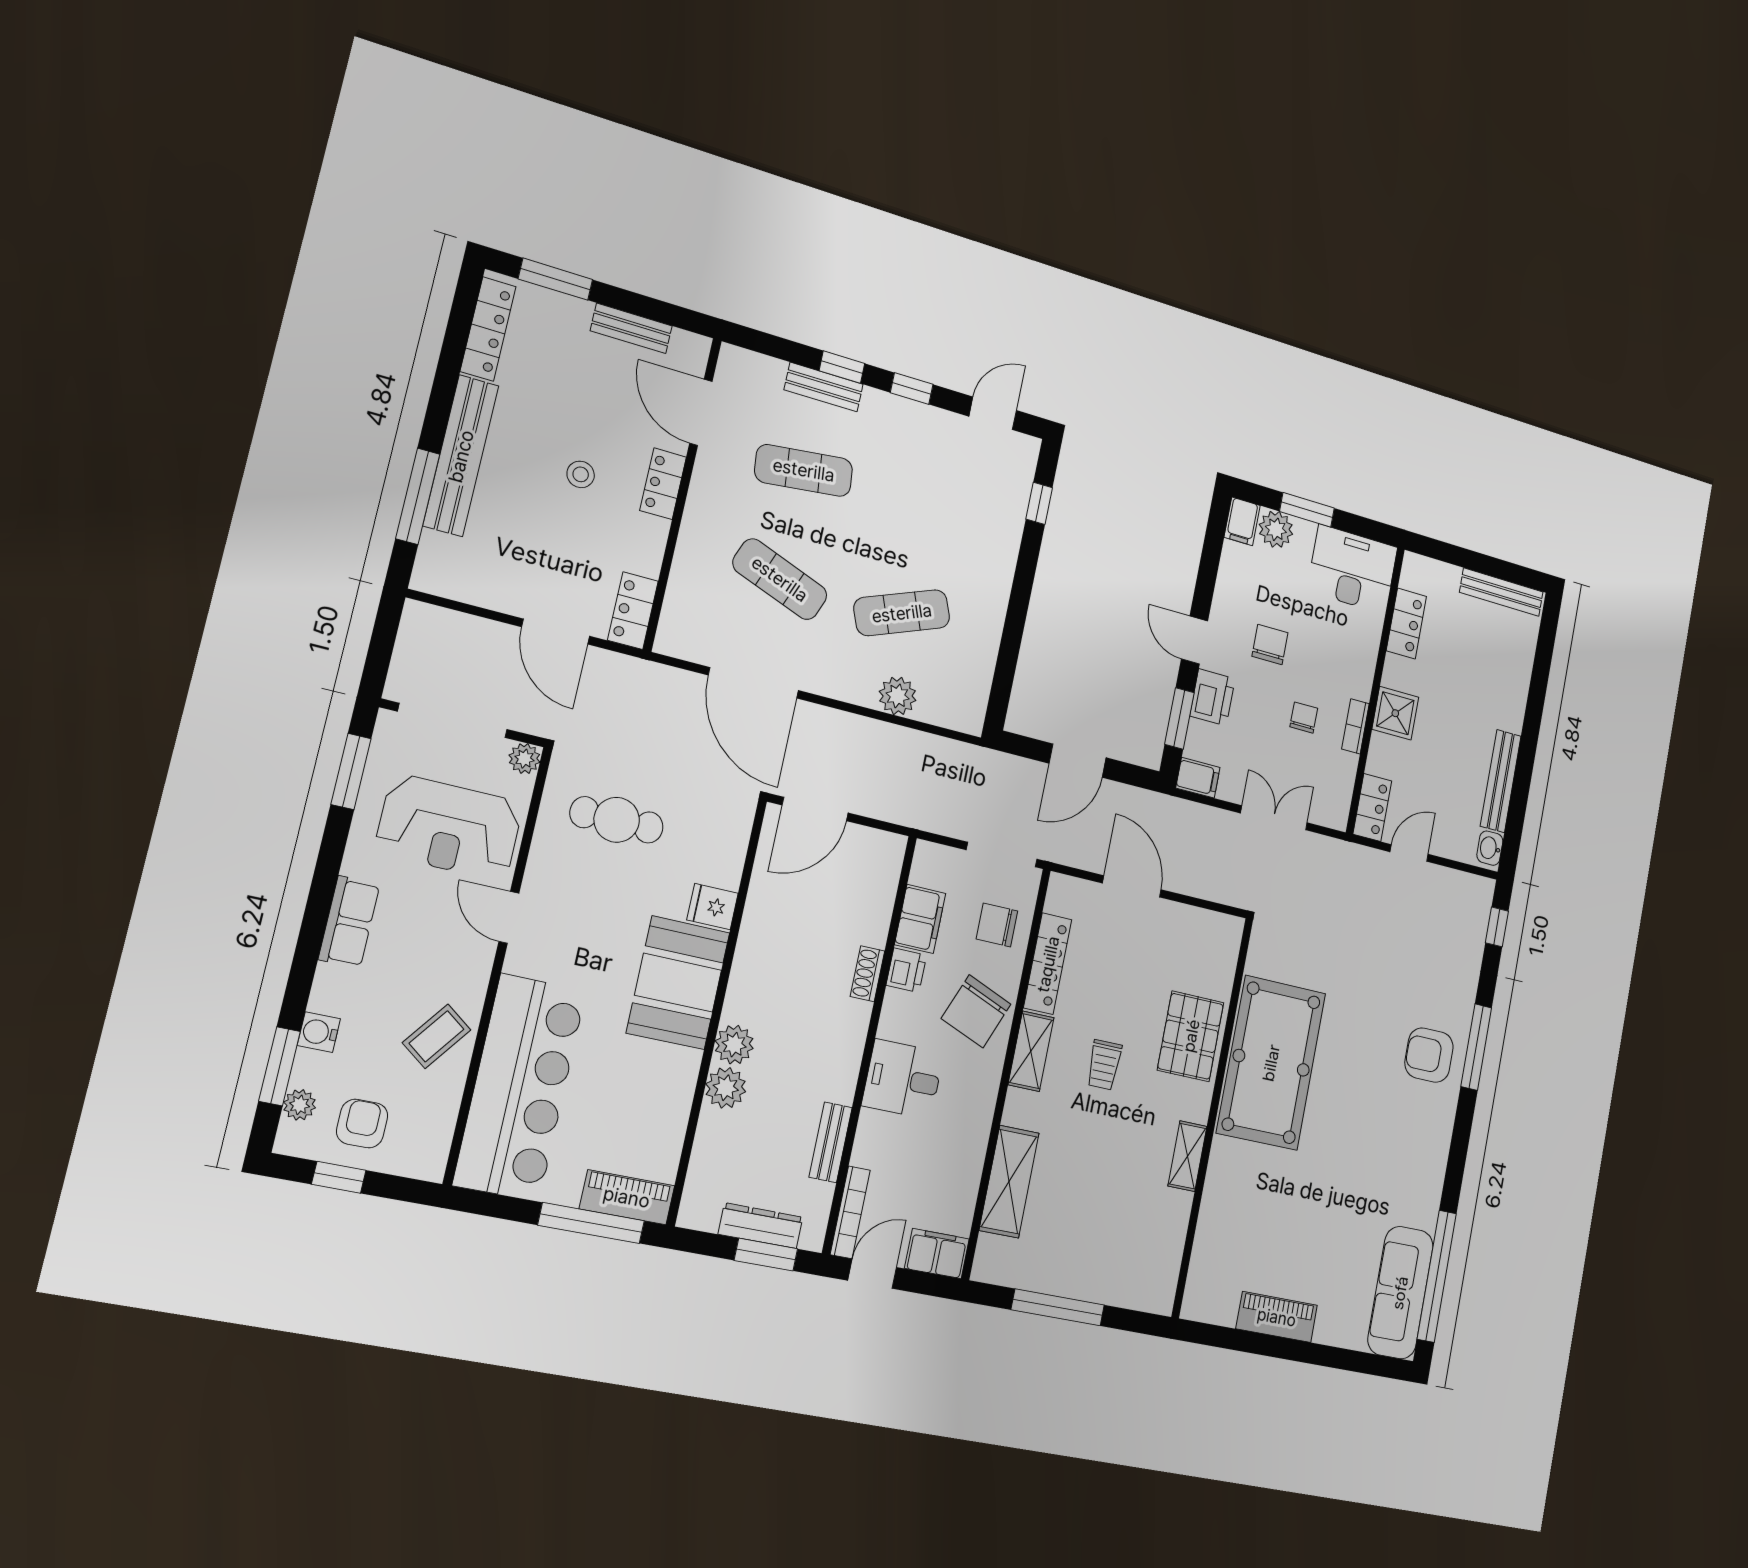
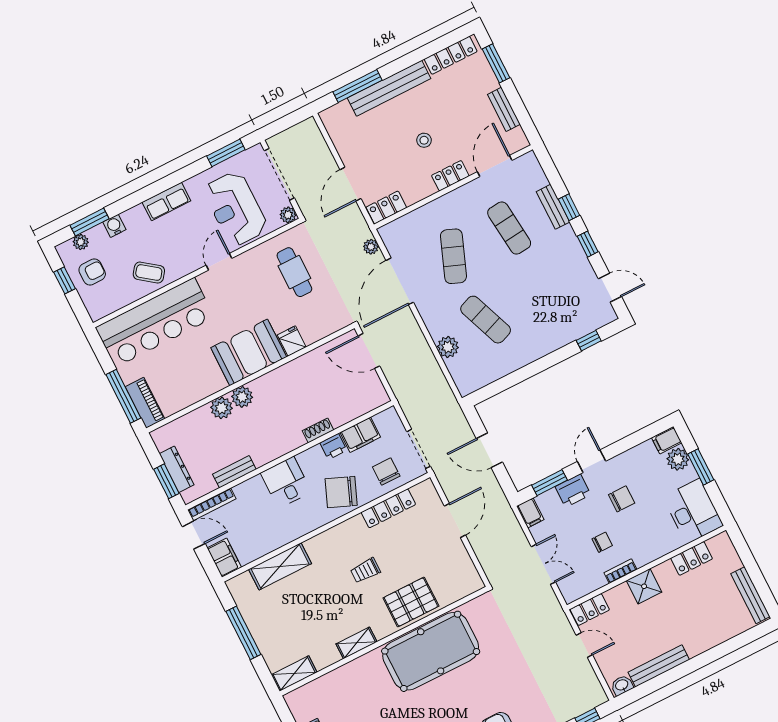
plant: (671, 681) -> (371, 247), added
shelving: (1031, 1051) -> (294, 673), moved

